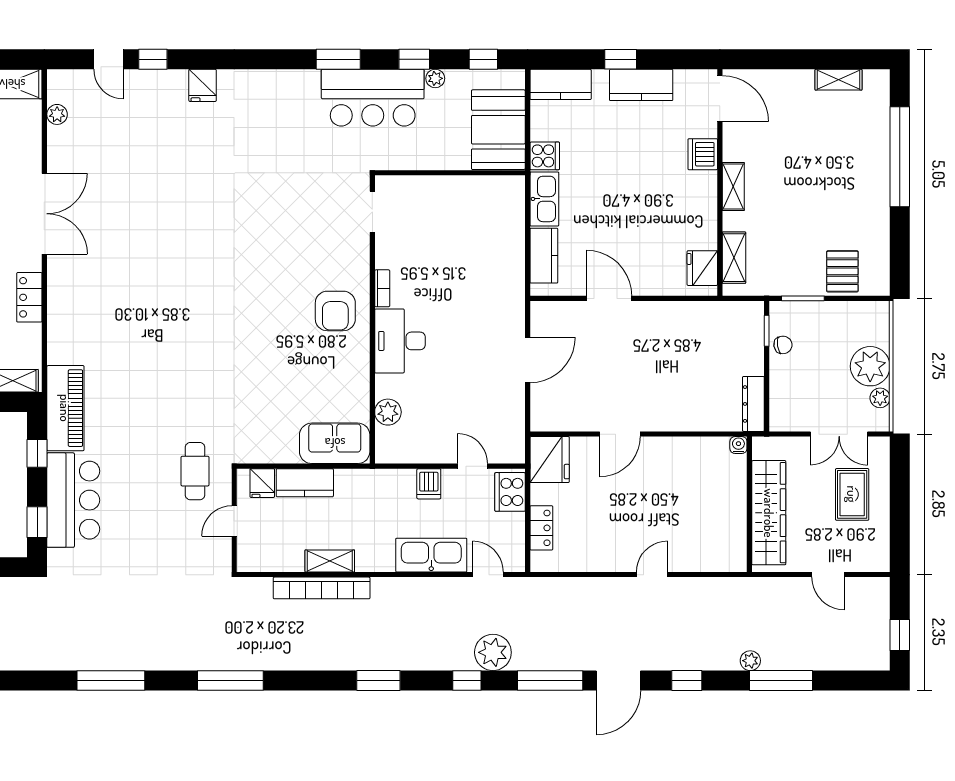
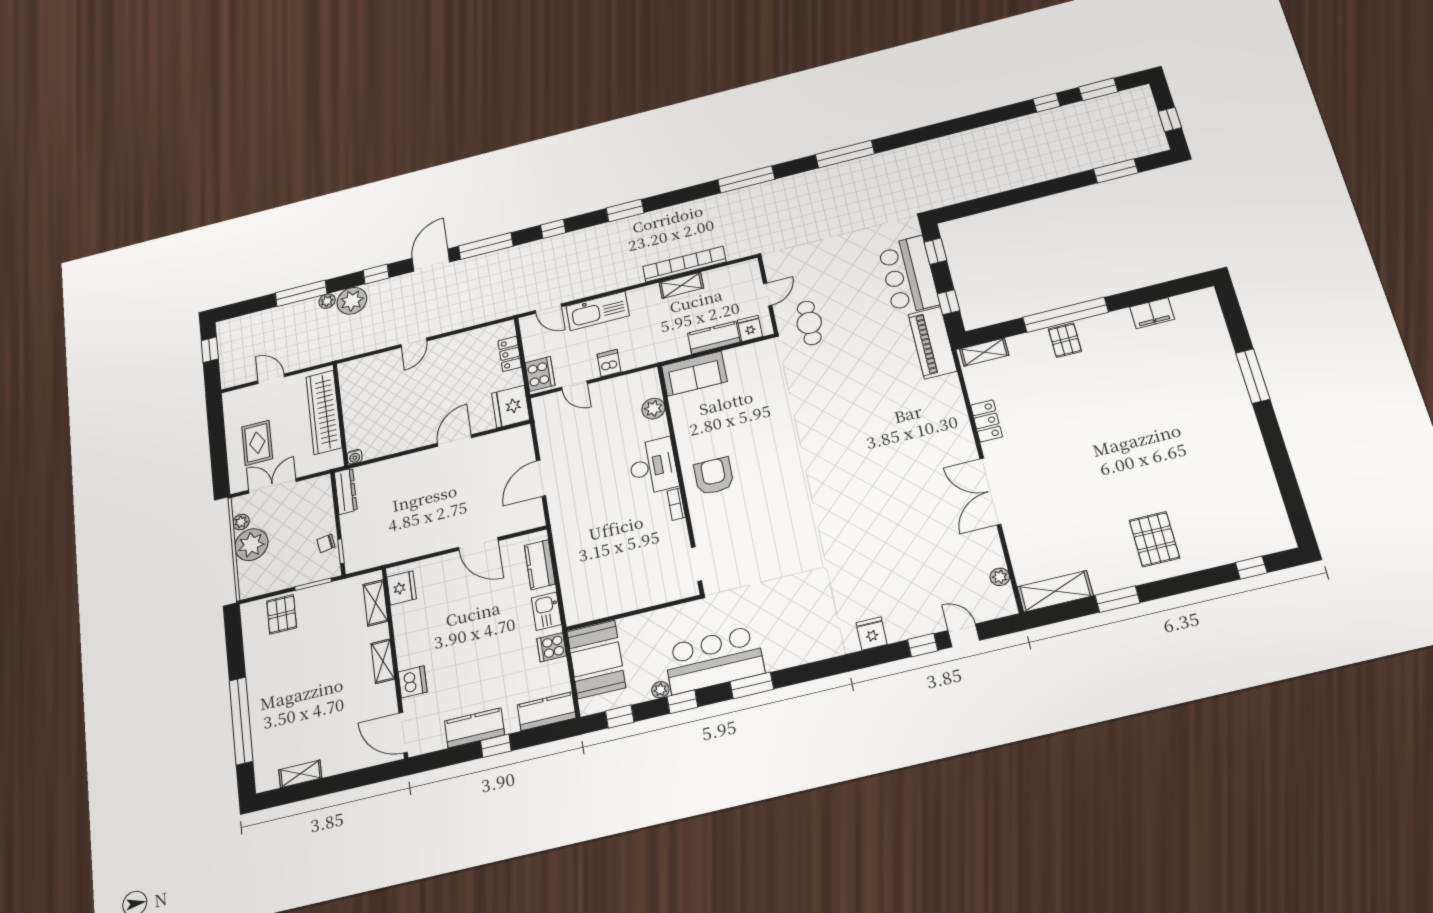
kitchen sink: (544, 199) -> (546, 611), width x0.73
plant: (493, 652) -> (352, 301), moved

